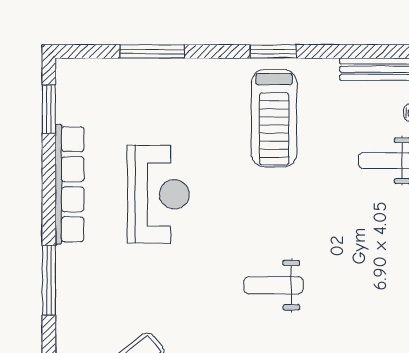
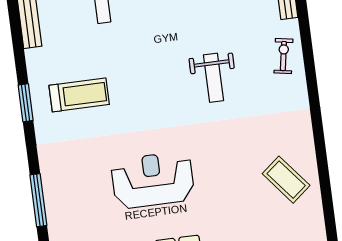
treadmill: (274, 118) -> (79, 95), width x0.73, depth x0.73

